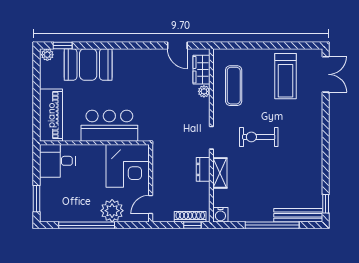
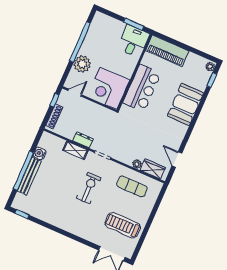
door: (177, 45) -> (177, 160), hinge flipped
booth: (88, 64) -> (185, 104), moved
window: (36, 199) -> (134, 24), moved
door: (151, 205) -> (75, 93), hinge flipped
water cooler: (220, 215) -> (40, 153), moved
bench: (298, 215) -> (29, 176), moved
window: (192, 225) -> (55, 100), moved

